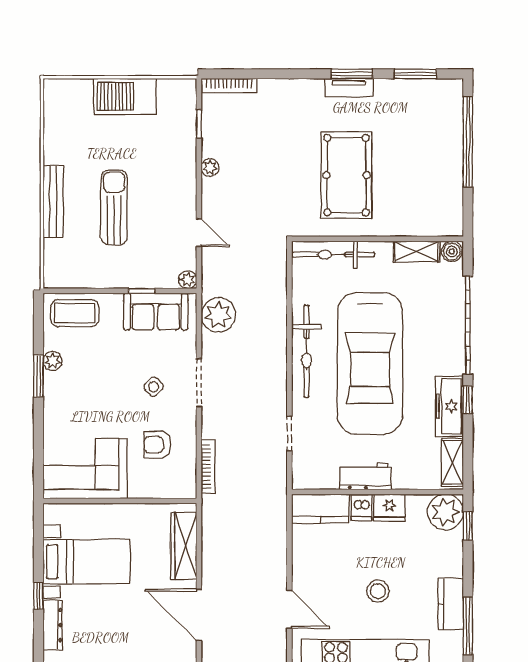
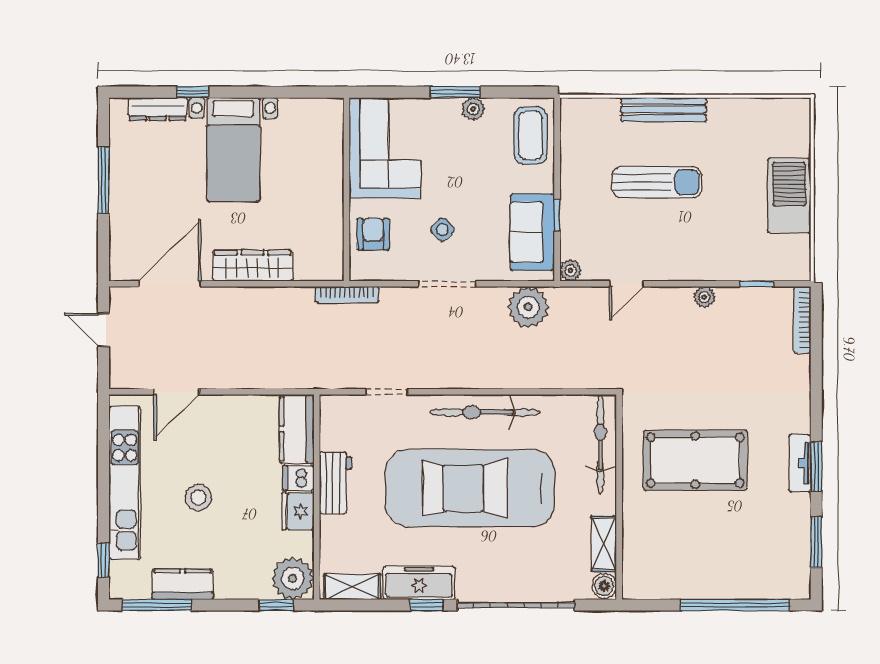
corner sofa: (85, 469) -> (385, 148), moved
wall: (120, 501) -> (346, 189), moved

